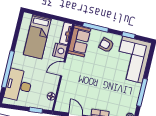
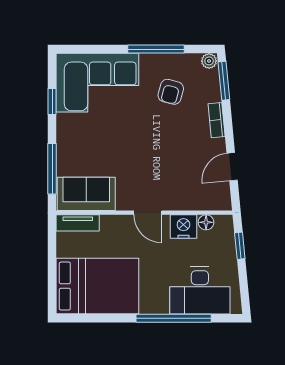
bed: (37, 37) -> (97, 286), width x1.50
armchair: (106, 45) -> (171, 92), moved
nightstand: (60, 51) -> (183, 227), moved

